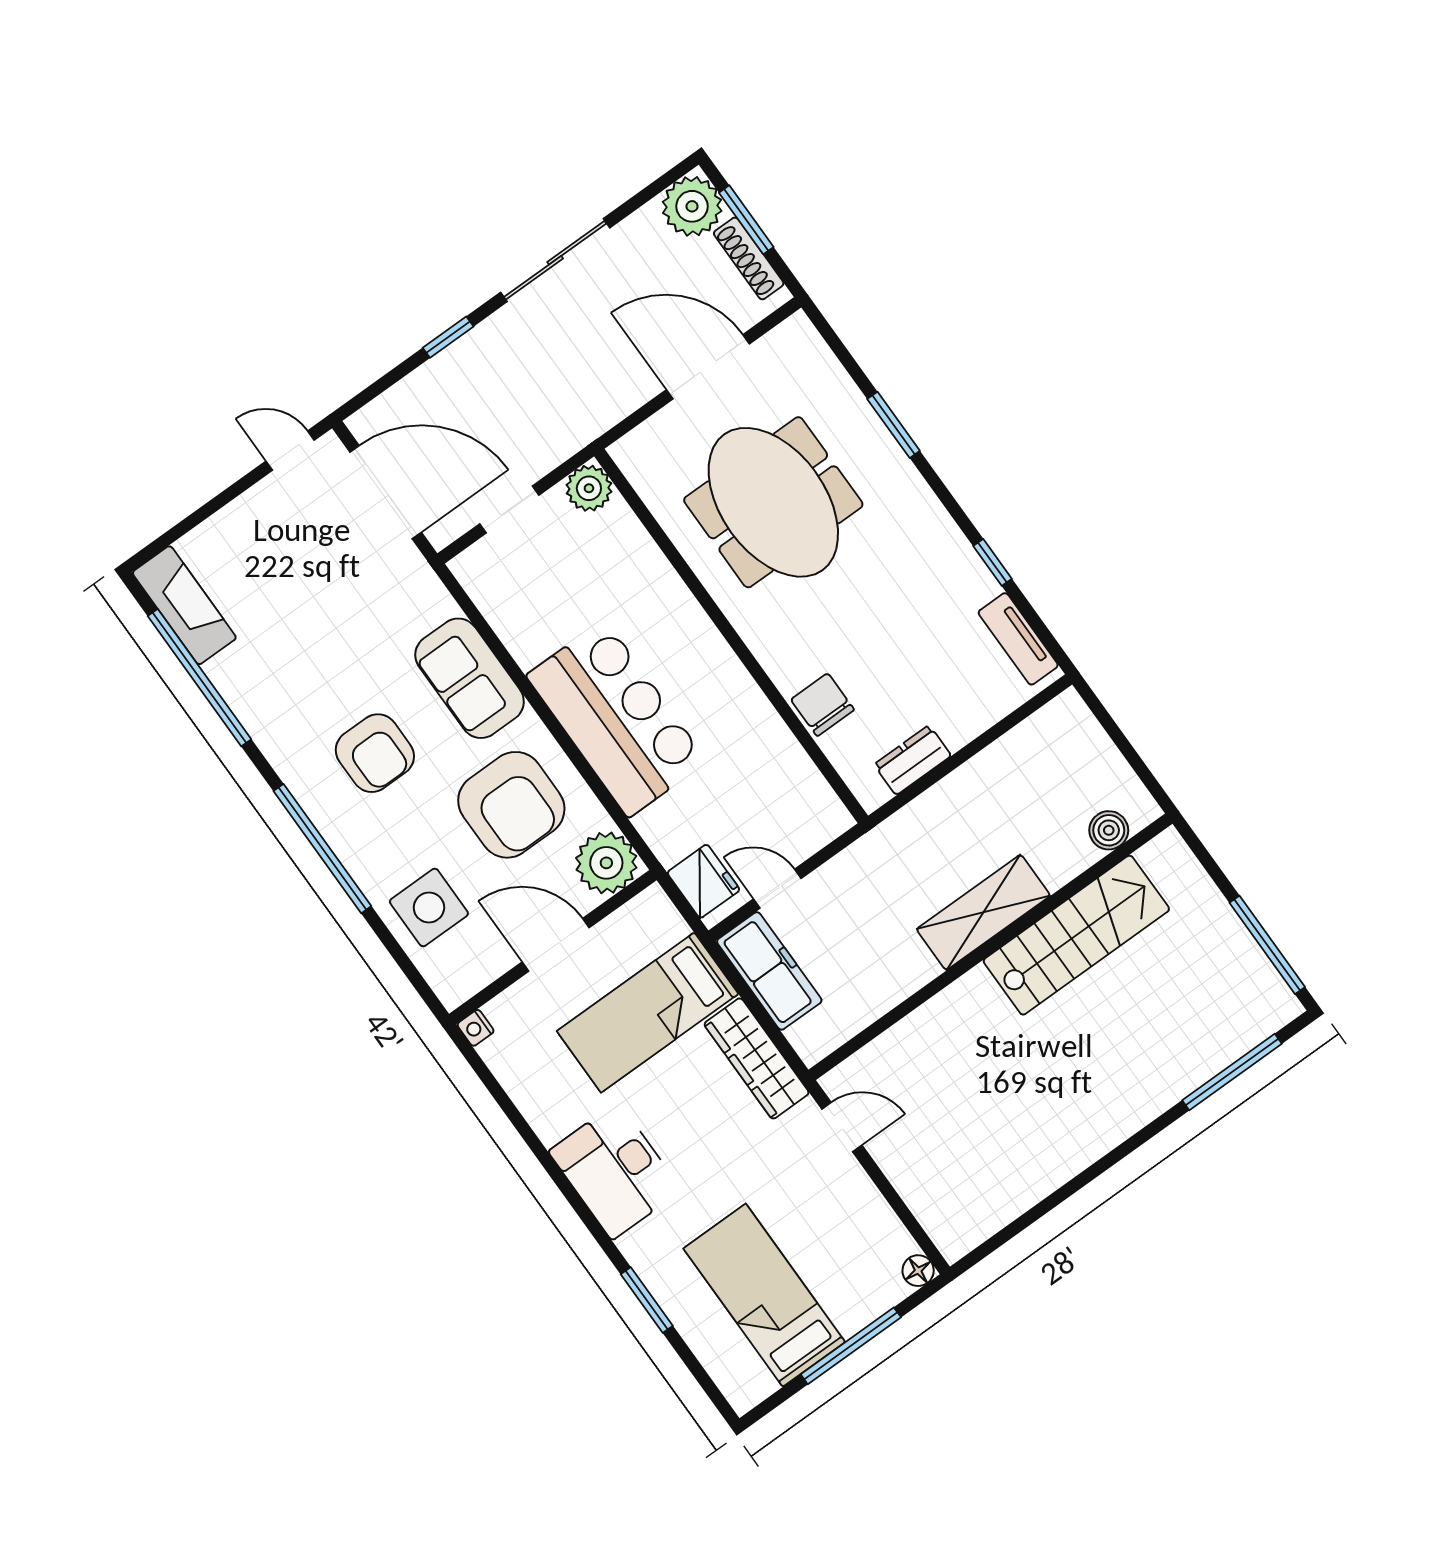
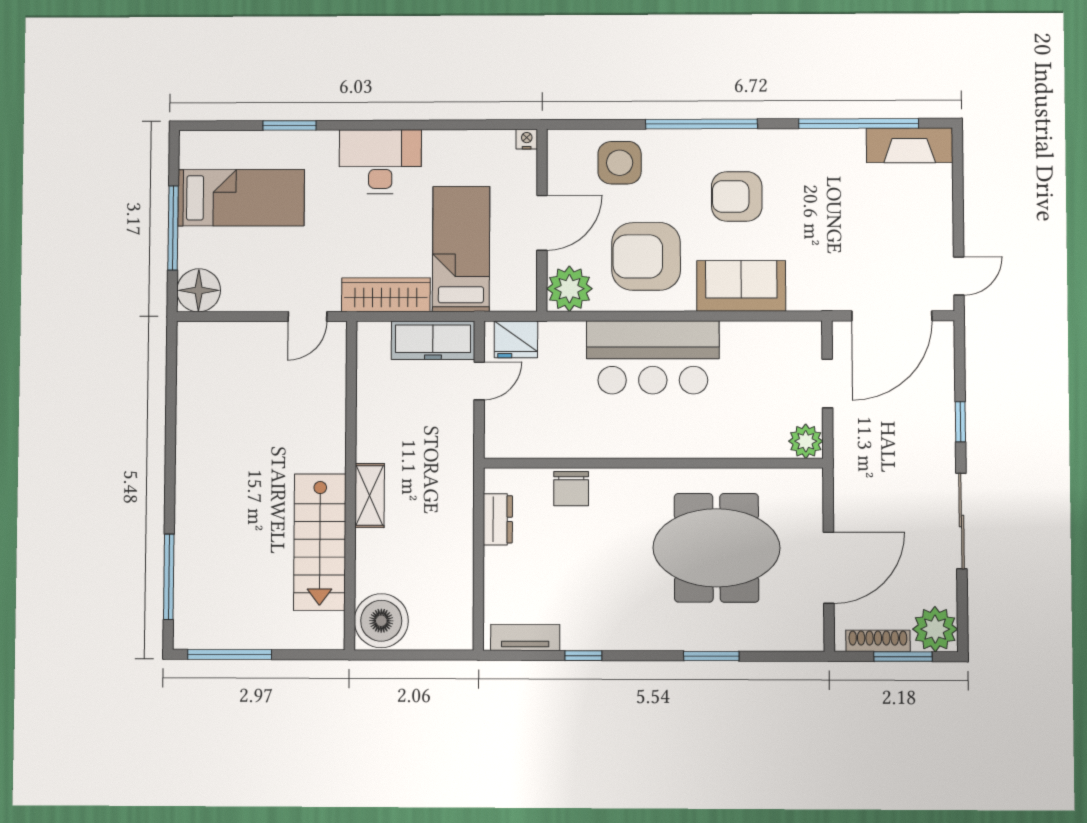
chair: (822, 705) -> (571, 489), turned 90
boiler: (1109, 830) -> (381, 621), width x1.86, depth x1.86
shelving: (983, 912) -> (370, 496), width x0.67, depth x0.75
floor lamp: (918, 1271) -> (199, 290), width x1.89, depth x1.89

